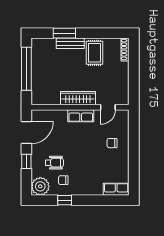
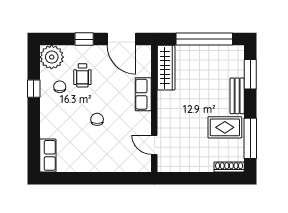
window: (64, 33) -> (250, 74), moved
window: (103, 33) -> (250, 138), added
wardrobe: (78, 98) -> (166, 68), moved
row of seats: (81, 116) -> (143, 94), moved
chair: (112, 143) -> (97, 119), moved

